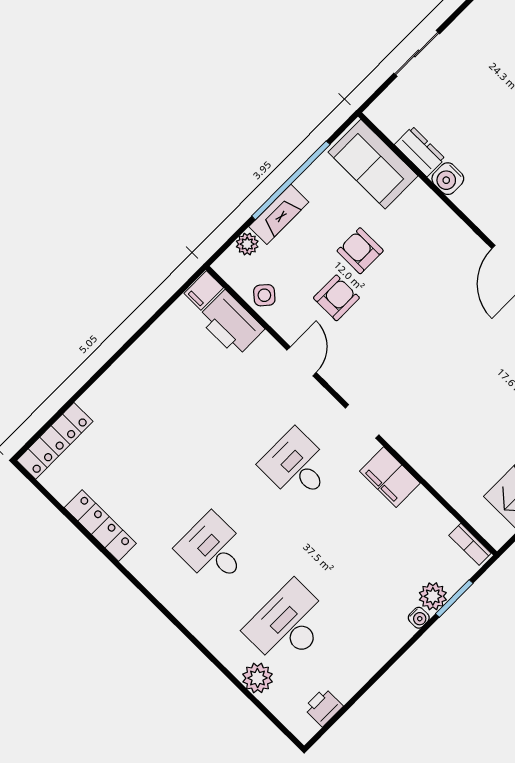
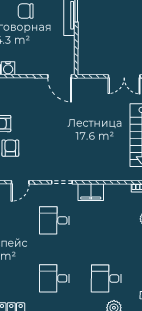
door: (302, 361) -> (20, 182), swing flipped
desk: (288, 625) -> (106, 278), width x0.73

